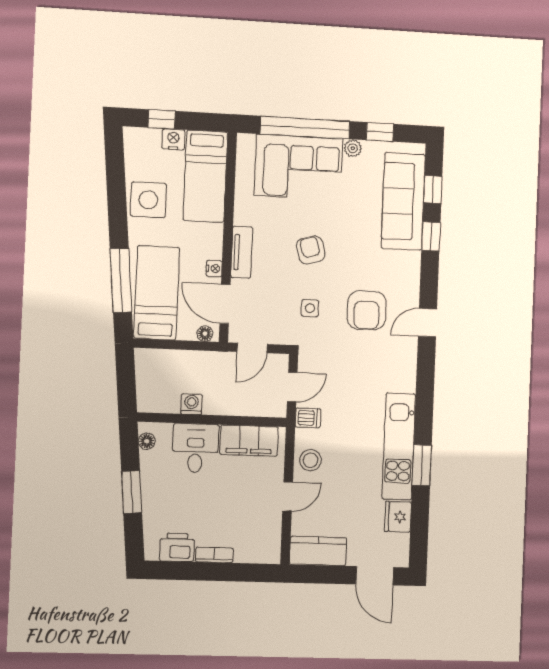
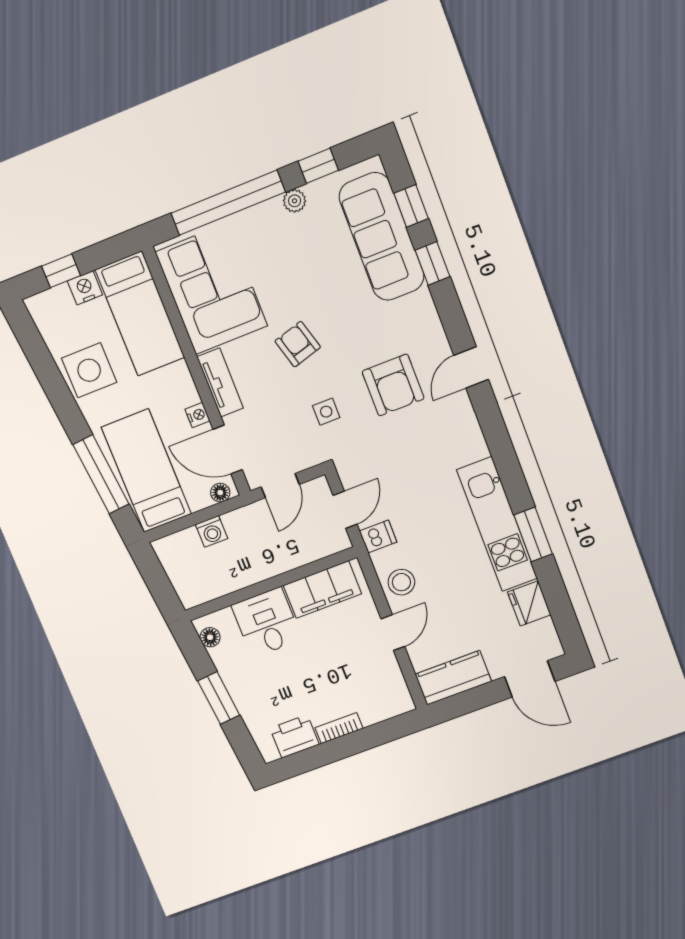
corner sofa: (298, 167) -> (211, 289), moved, turned -90
washing machine: (191, 404) -> (212, 531), moved, turned 180

